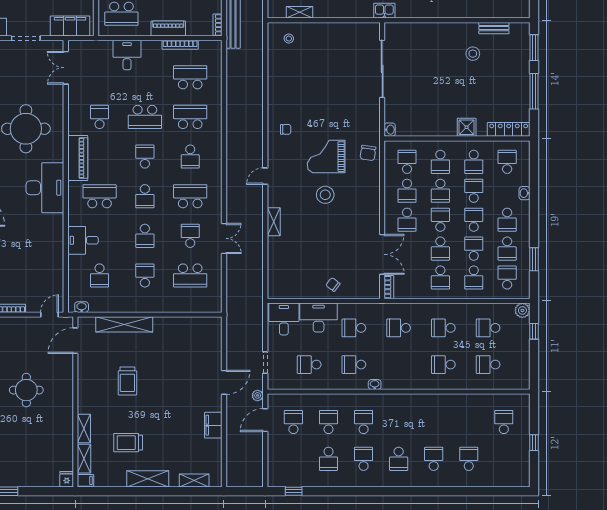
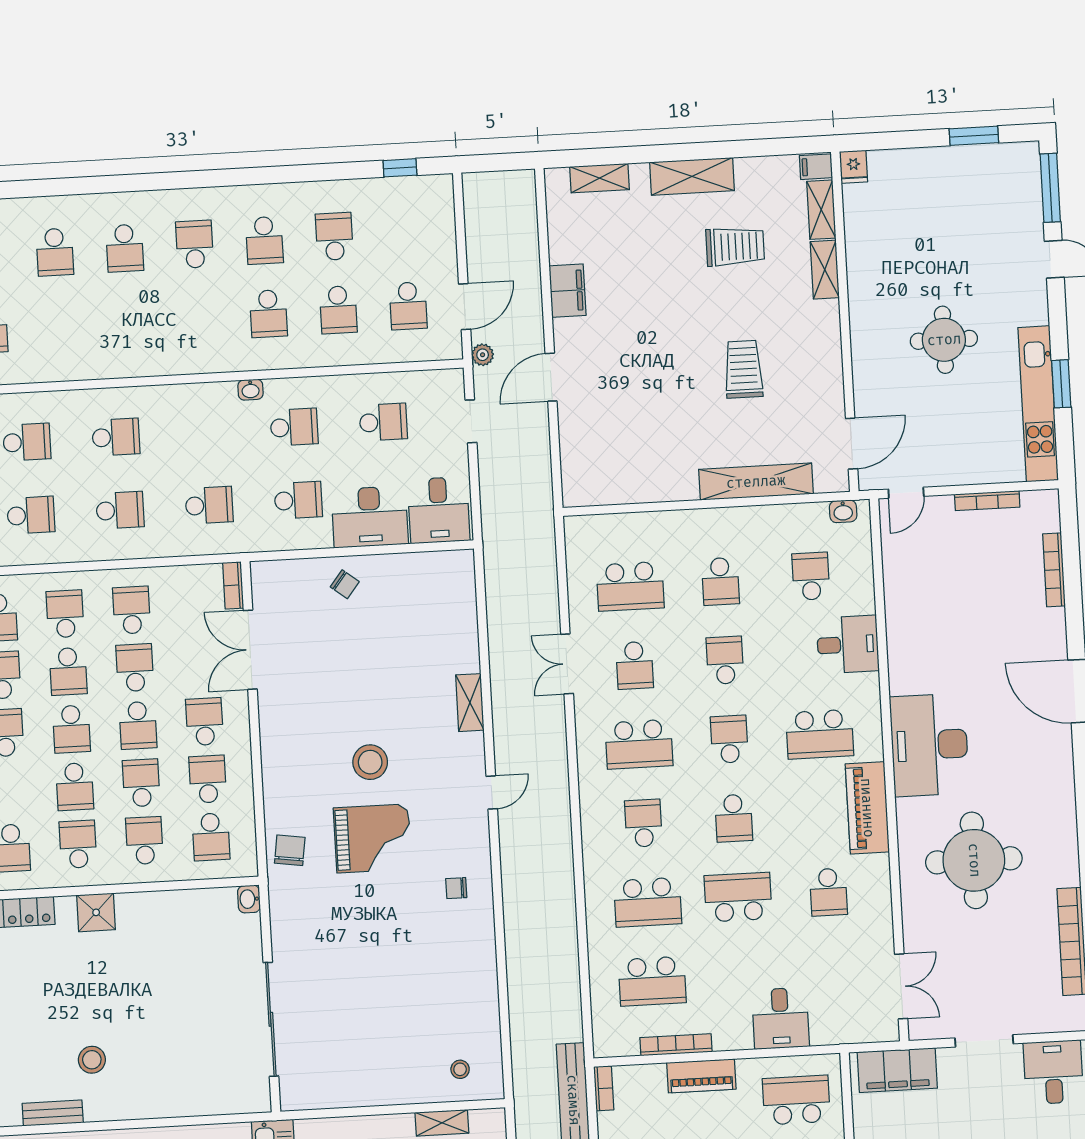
school desk: (190, 275) -> (630, 586), turned 180

